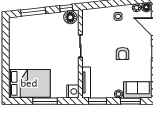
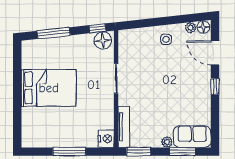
armchair: (123, 53) -> (172, 88), removed
bed: (29, 83) -> (49, 88), moved

